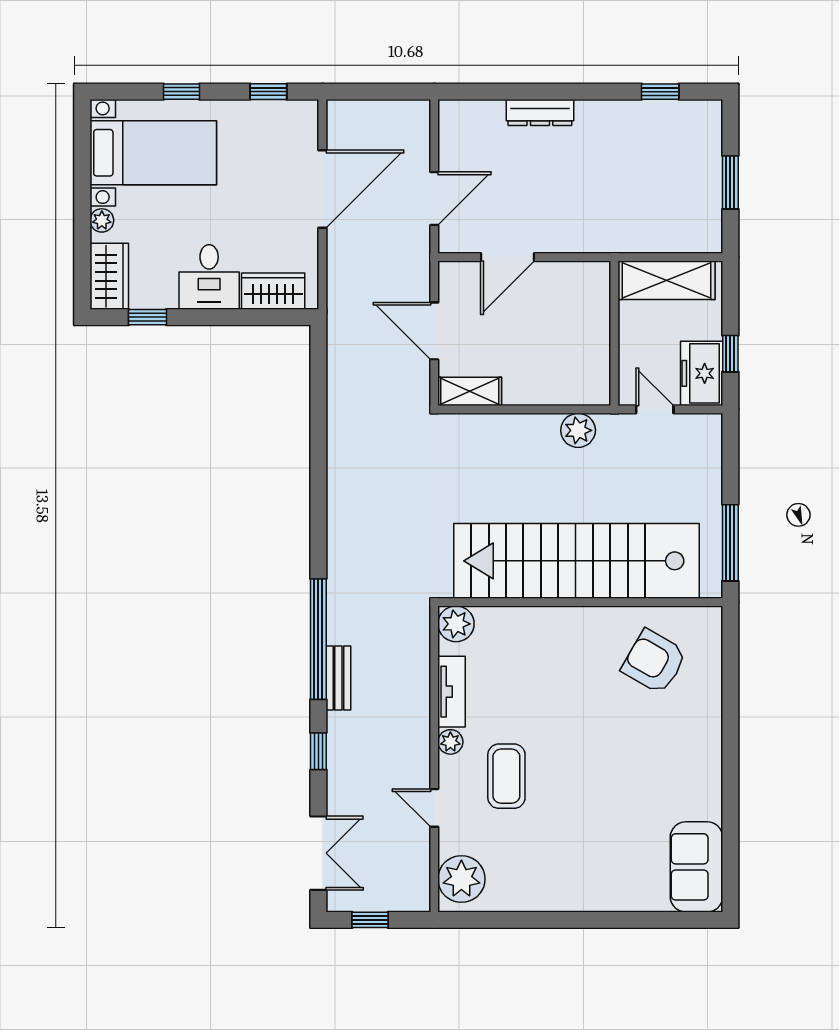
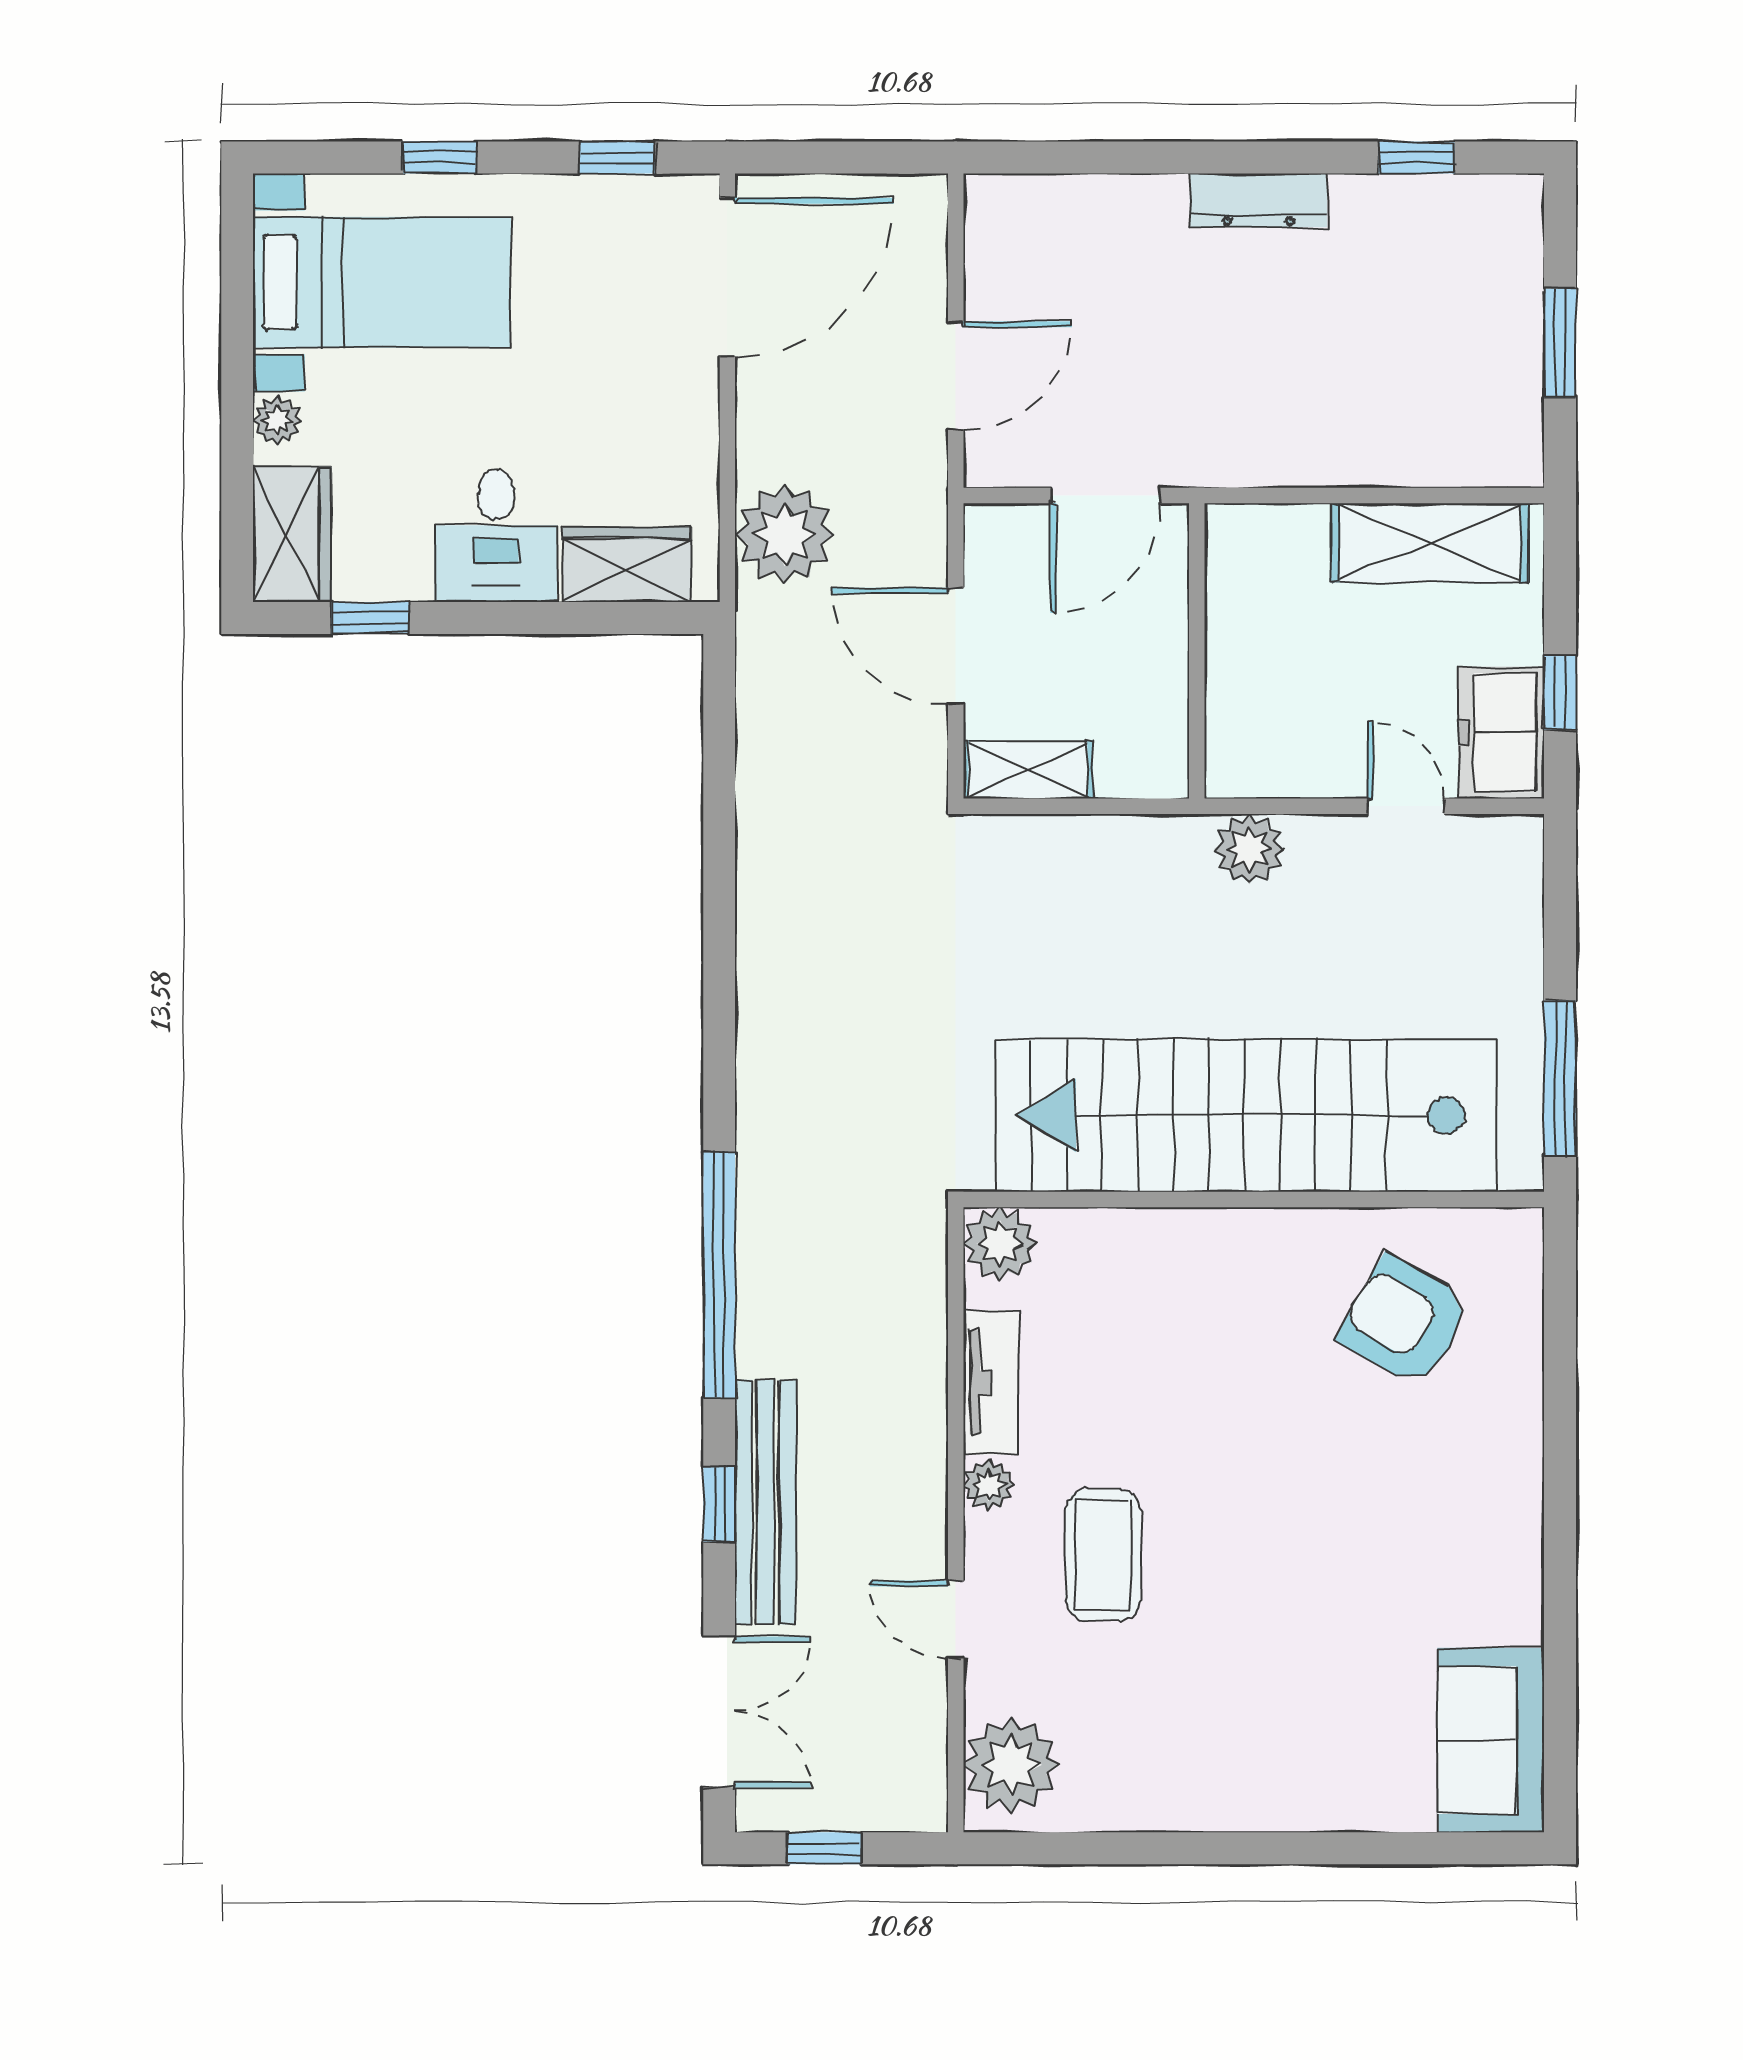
dresser: (540, 113) -> (1259, 200), moved
door: (322, 189) -> (727, 277), moved
plant: (350, 276) -> (785, 534), added
wall: (614, 333) -> (1197, 651), moved
bench: (338, 678) -> (765, 1502), moved, width x1.86, depth x1.21

